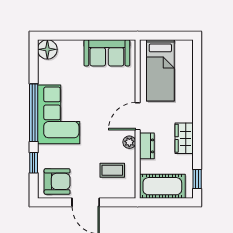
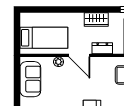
plant: (129, 142) -> (59, 62), moved

